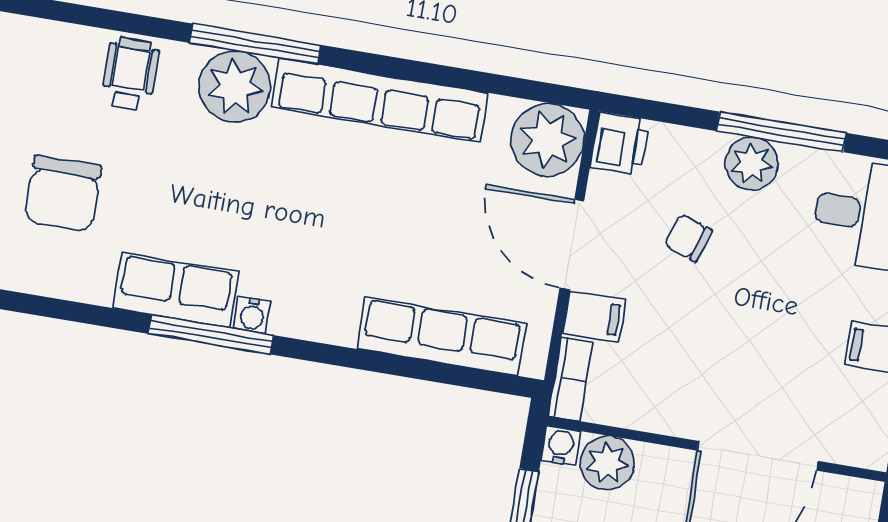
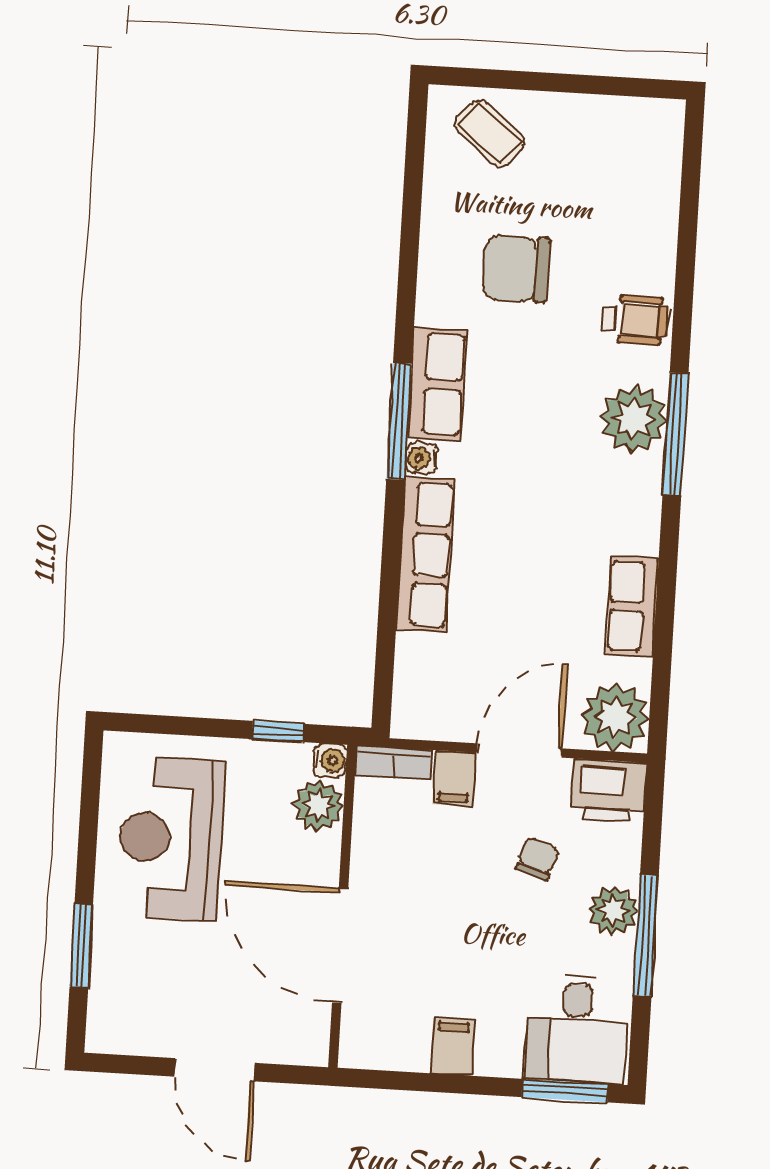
row of seats: (380, 100) -> (632, 607), width x0.50
printer: (620, 144) -> (609, 791), width x1.36, depth x1.24
row of seats: (442, 336) -> (425, 554), moved

